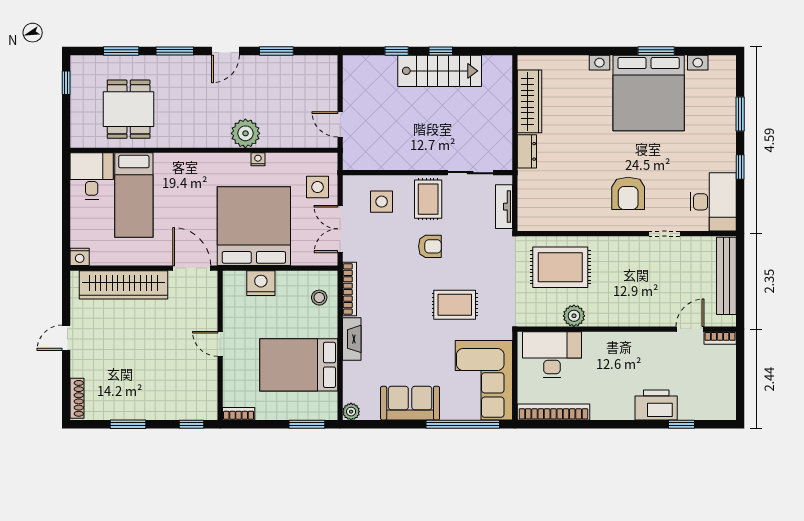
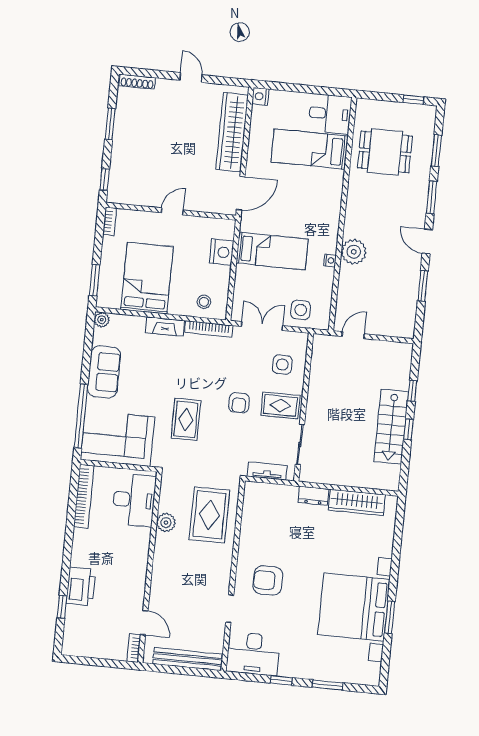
bed: (254, 226) -> (272, 251), width x0.49

